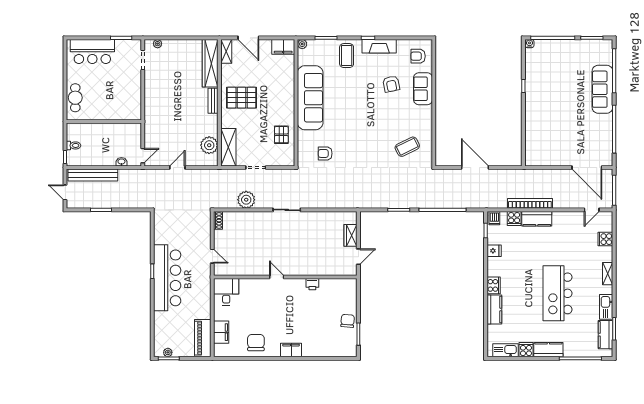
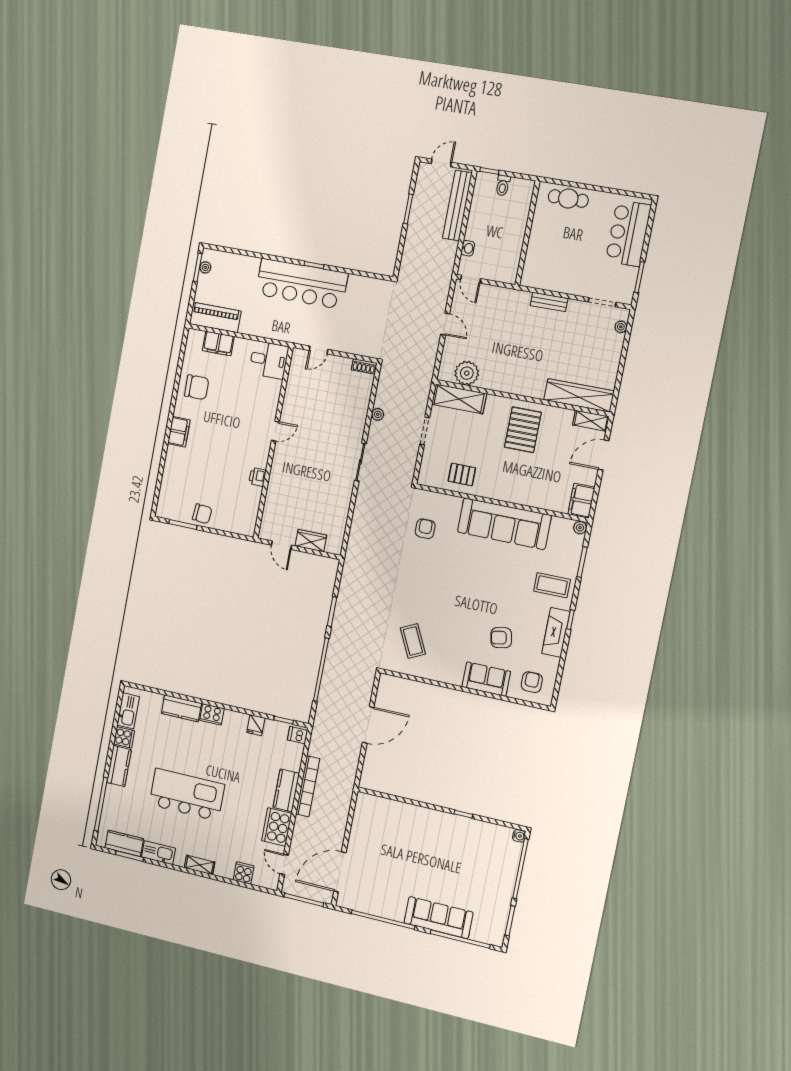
bench: (213, 101) -> (549, 302), moved
plant: (246, 200) -> (378, 414), width x0.53, depth x0.53
cooker: (514, 218) -> (277, 827), moved, width x1.87, depth x1.31

